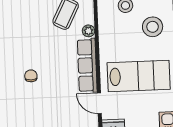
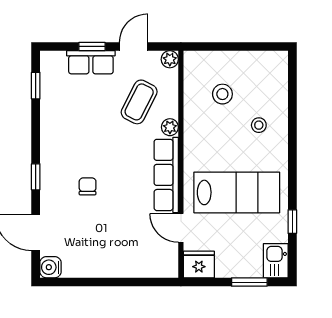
stool: (153, 27) -> (259, 125), width x0.53, depth x0.53

